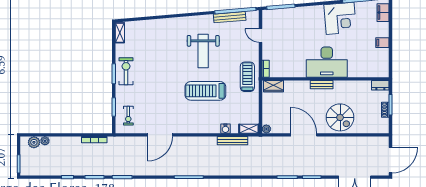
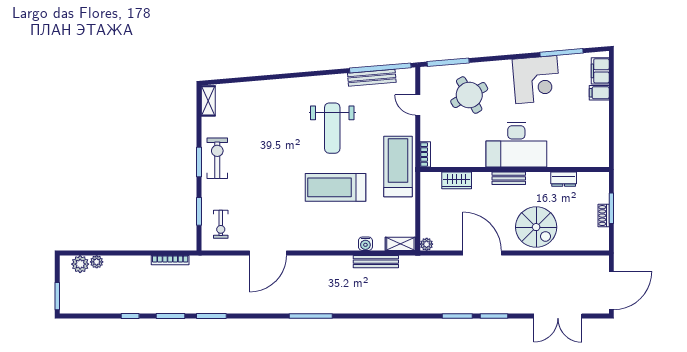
round table: (295, 29) -> (469, 95), added
filing cabinet: (382, 43) -> (599, 93), moved
treadmill: (247, 77) -> (398, 167), width x1.37, depth x1.38
dresser: (380, 85) -> (564, 179), moved
wardrobe: (273, 86) -> (457, 180), moved

